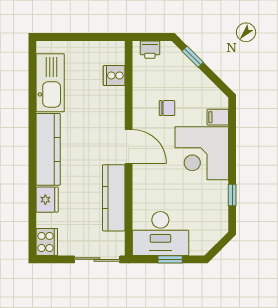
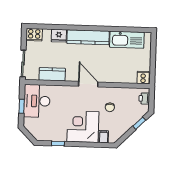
cooker: (114, 76) -> (143, 78), moved
door: (129, 146) -> (88, 84), swing flipped
kitchen counter: (114, 198) -> (52, 74), width x0.67

